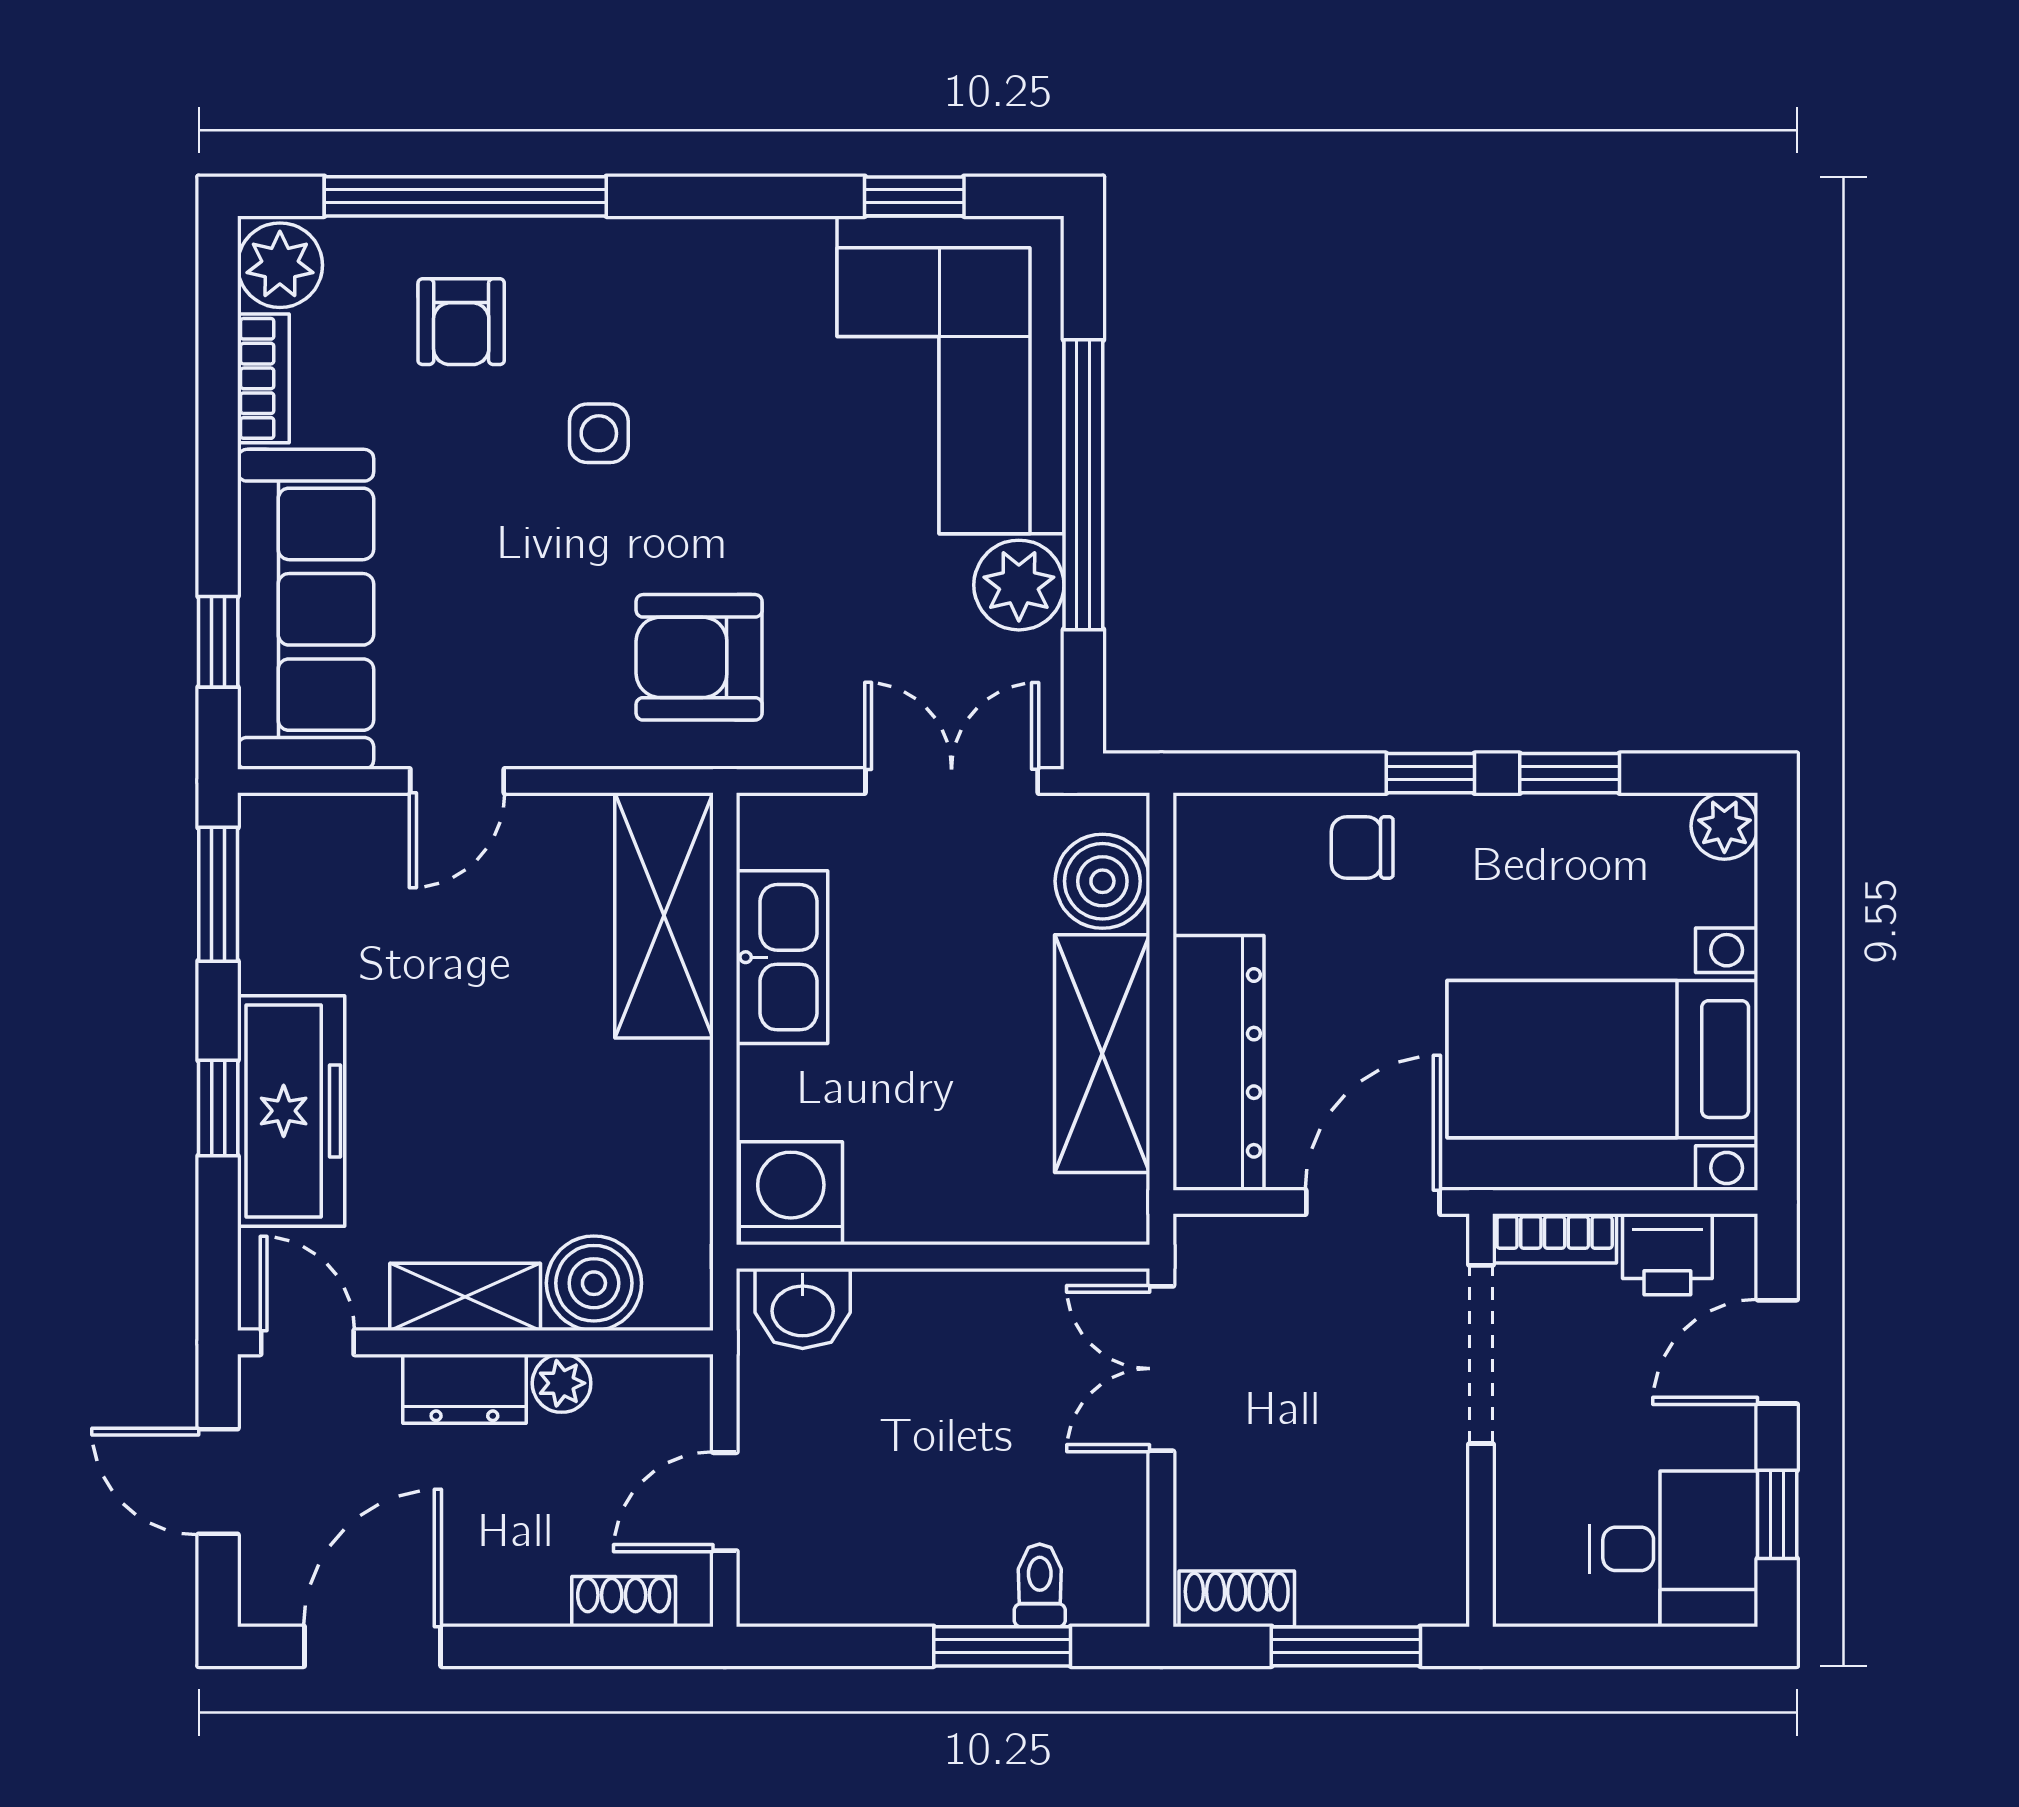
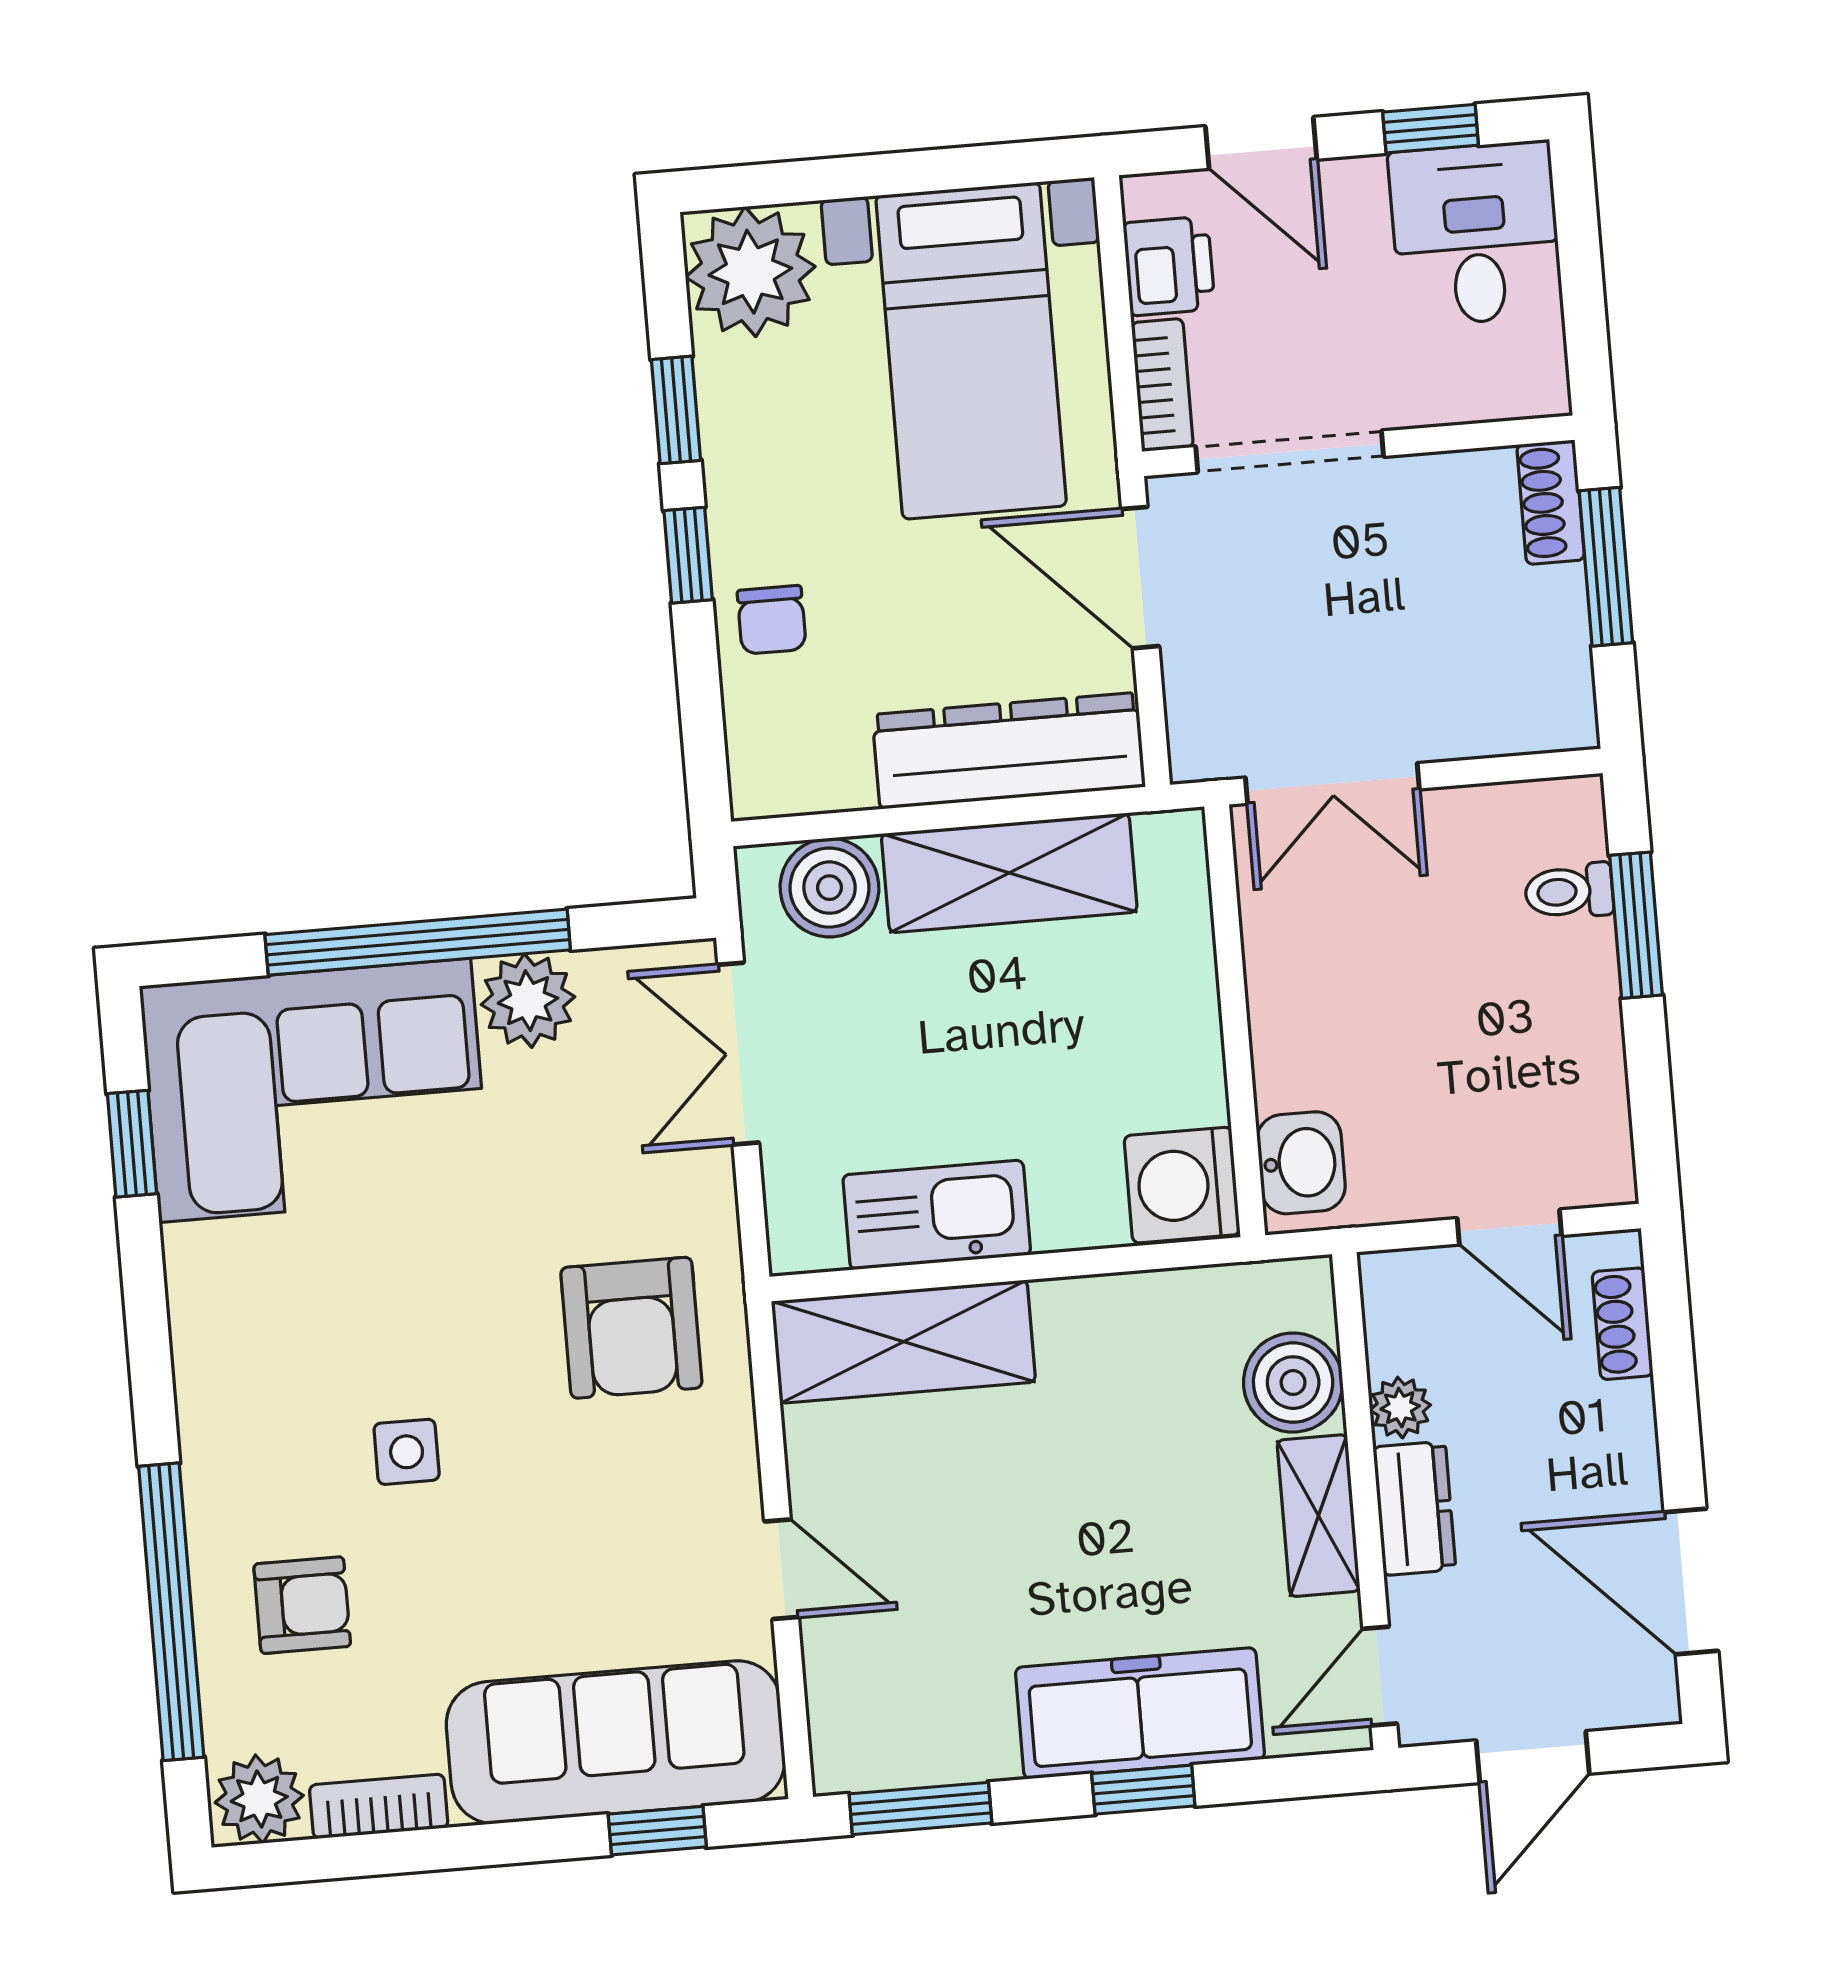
plant: (1724, 826) -> (750, 272), width x1.87, depth x1.87
shoe rack: (1237, 1599) -> (1551, 502), moved

